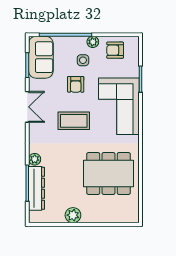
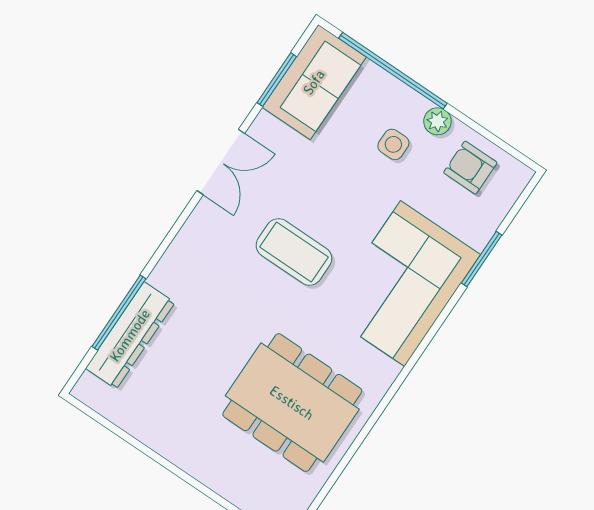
armchair: (76, 84) -> (347, 182), removed
plant: (35, 159) -> (165, 275), removed
plant: (73, 215) -> (166, 437), removed

